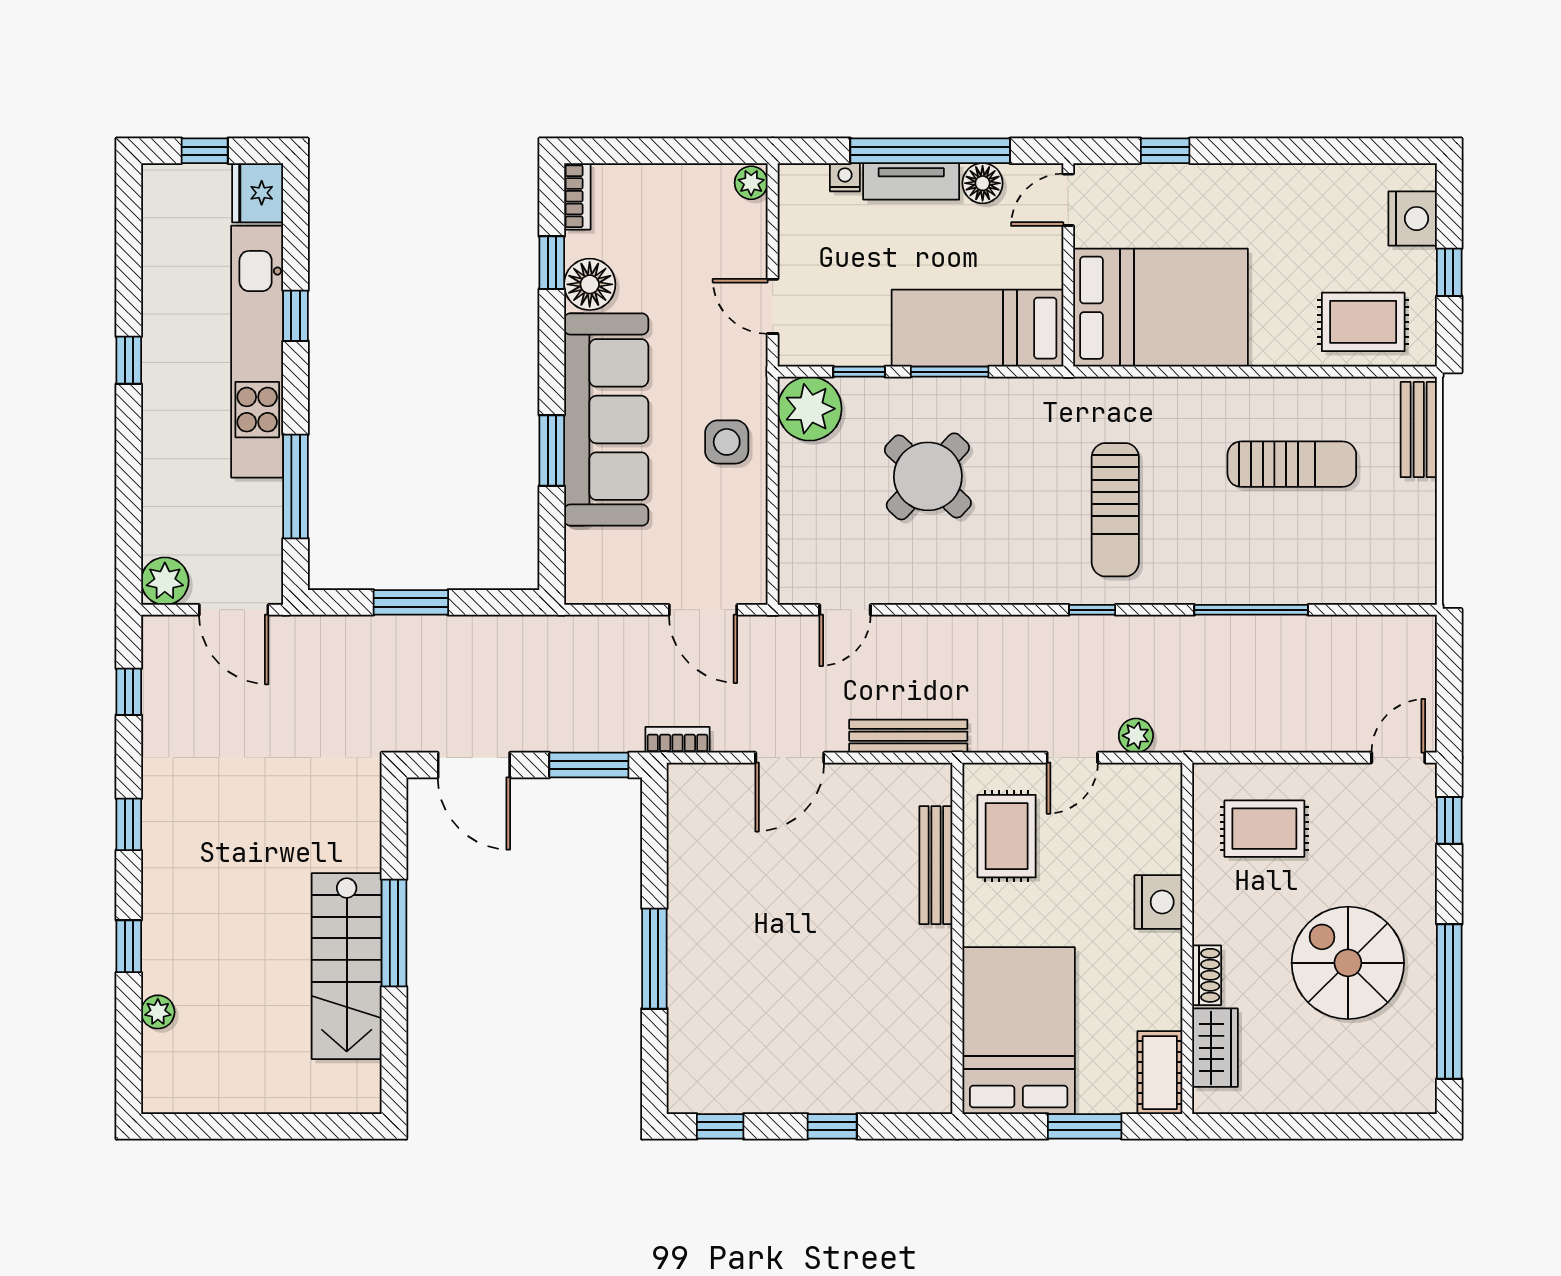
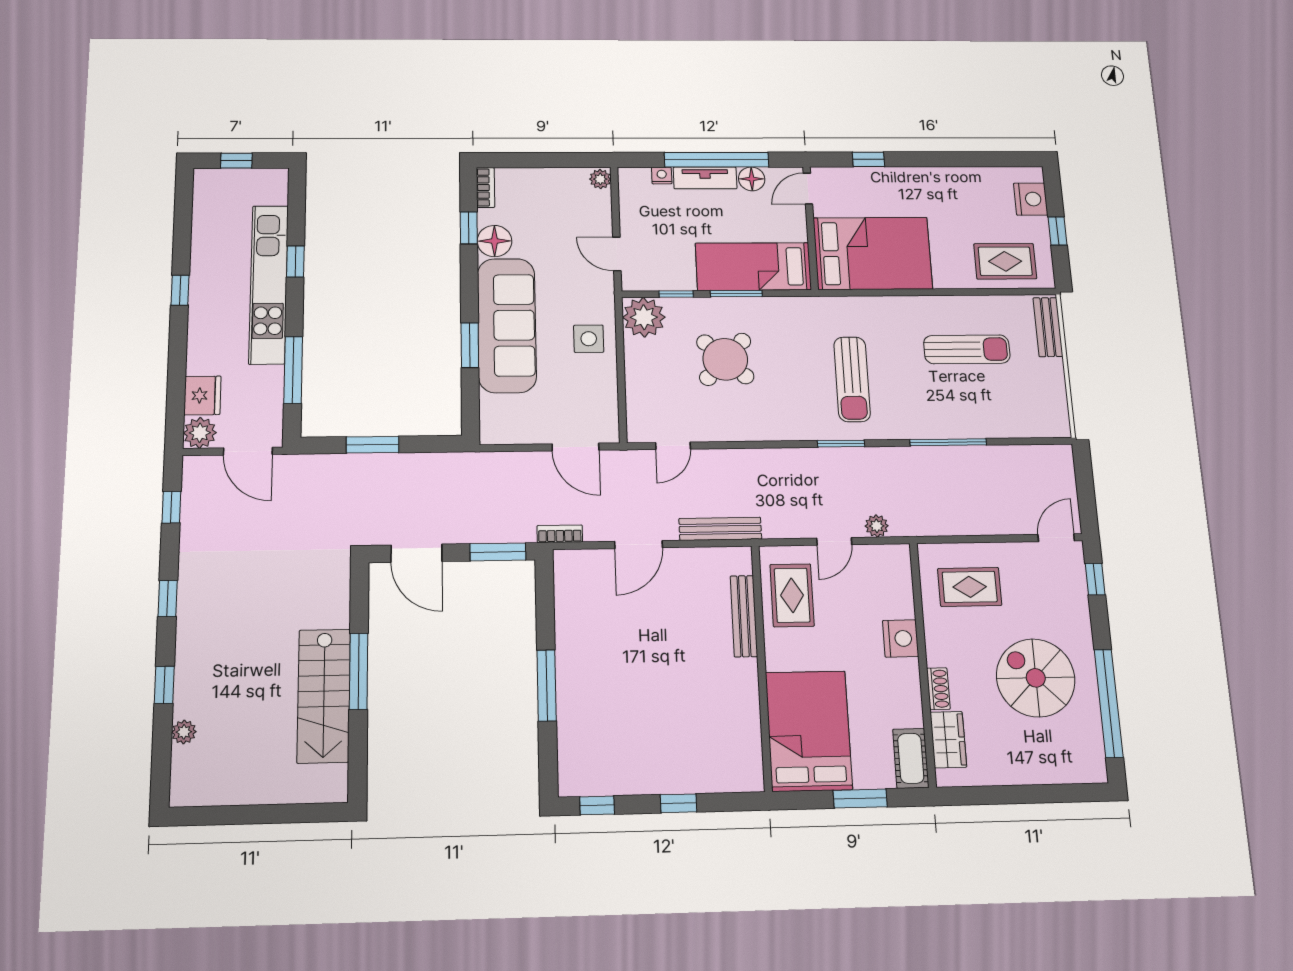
fridge: (258, 193) -> (202, 395), moved, turned 180
window: (1092, 610) -> (841, 444), width x1.50

